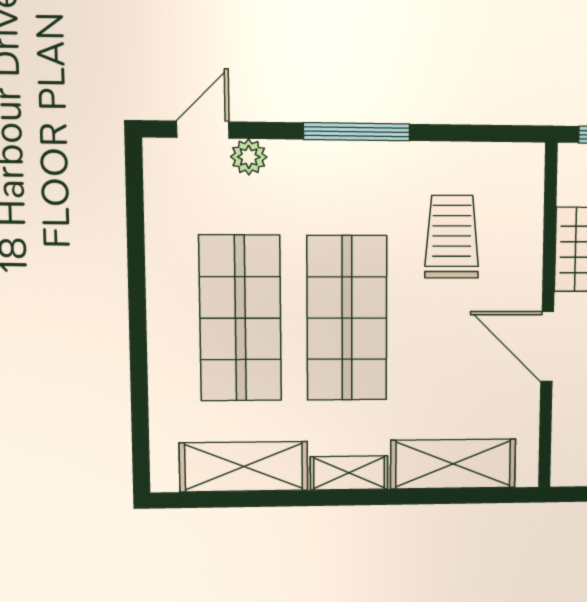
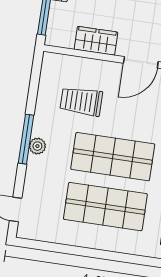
plant: (249, 157) -> (37, 146), moved

